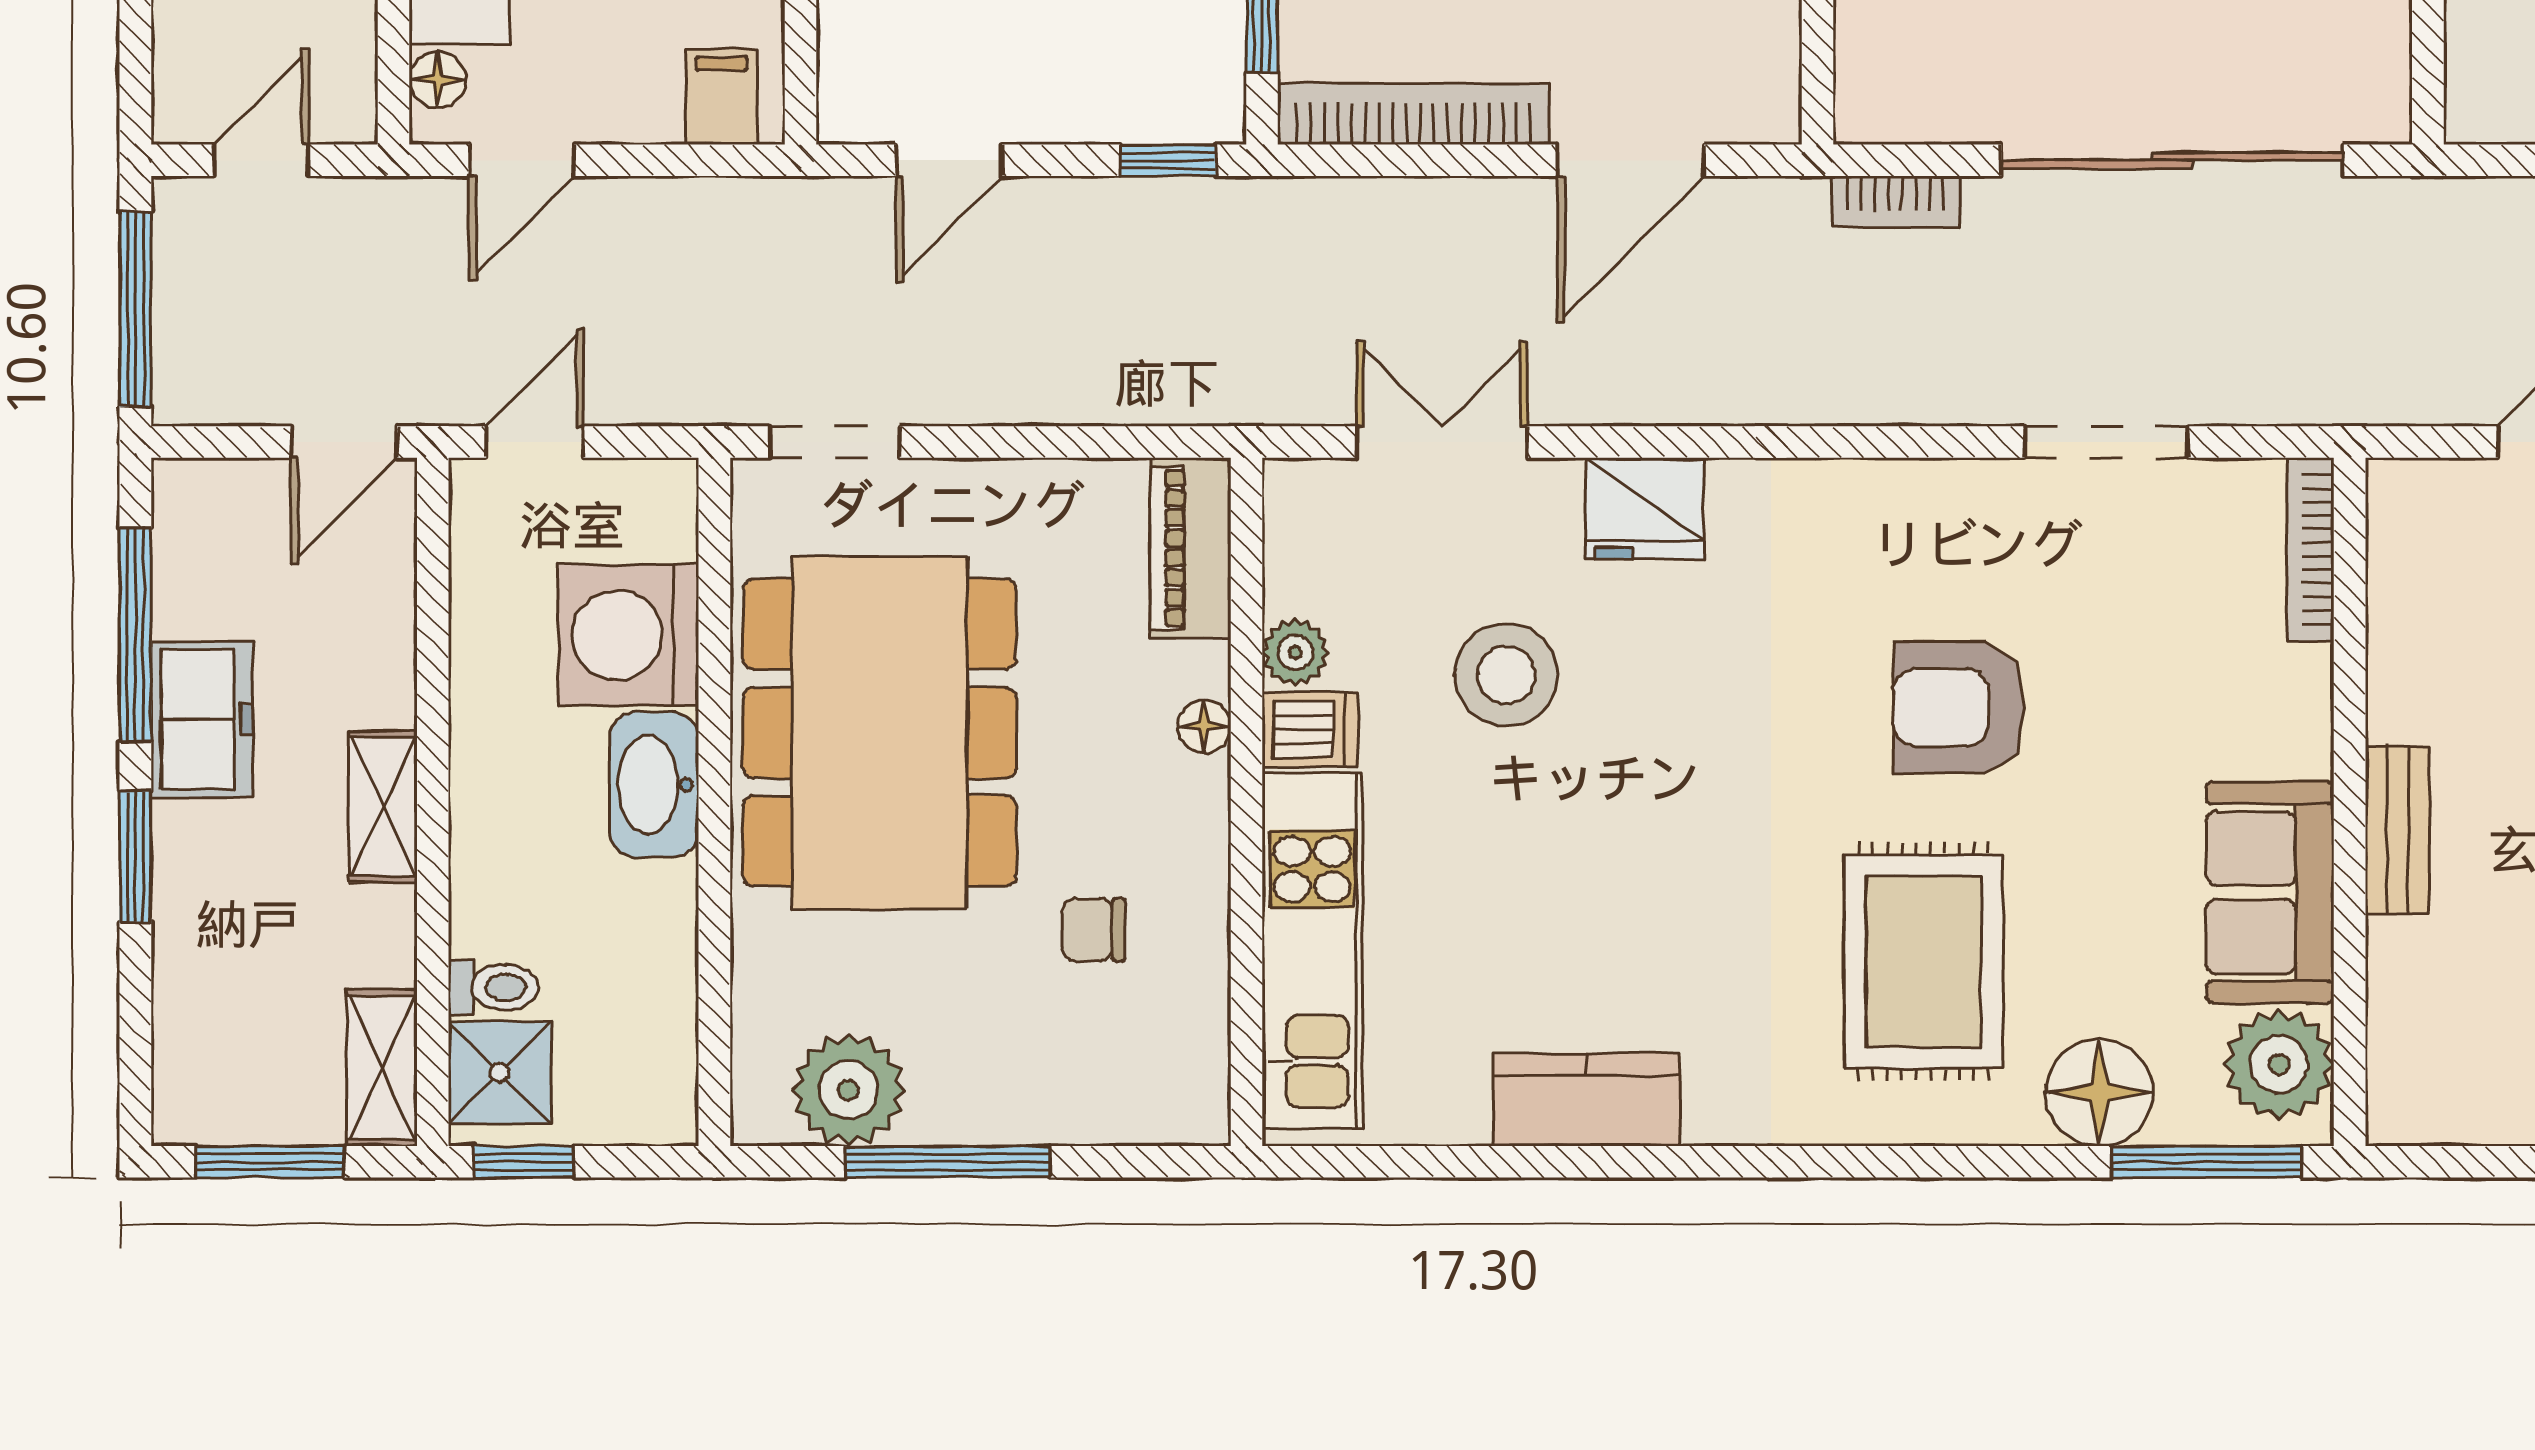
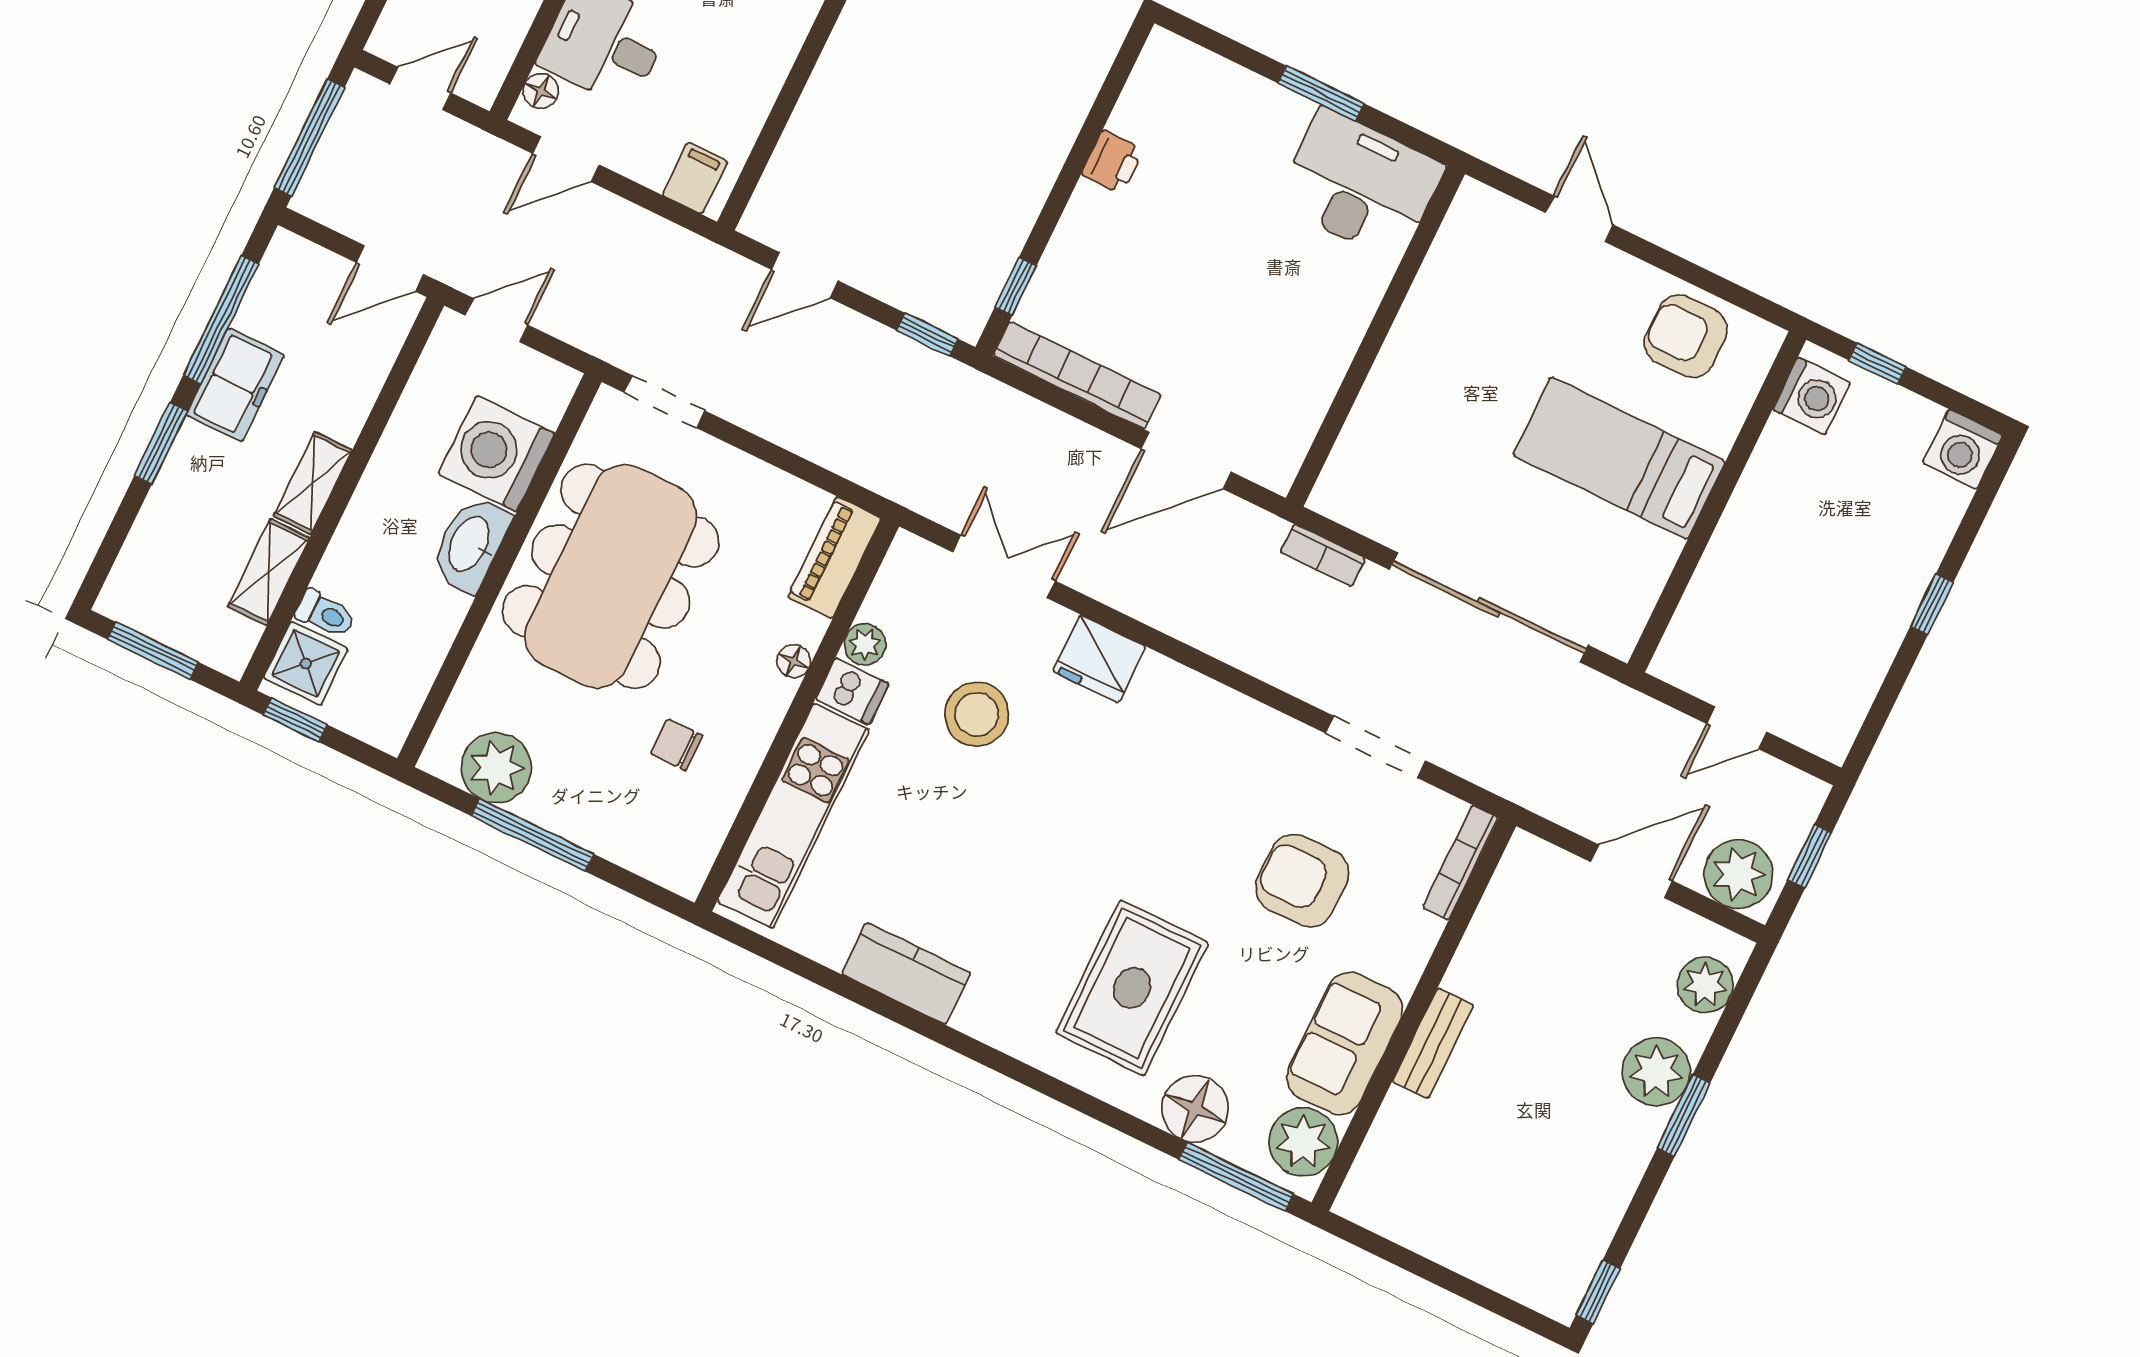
armchair: (1959, 708) -> (1302, 881), moved
shelving: (382, 1068) -> (269, 572), moved

